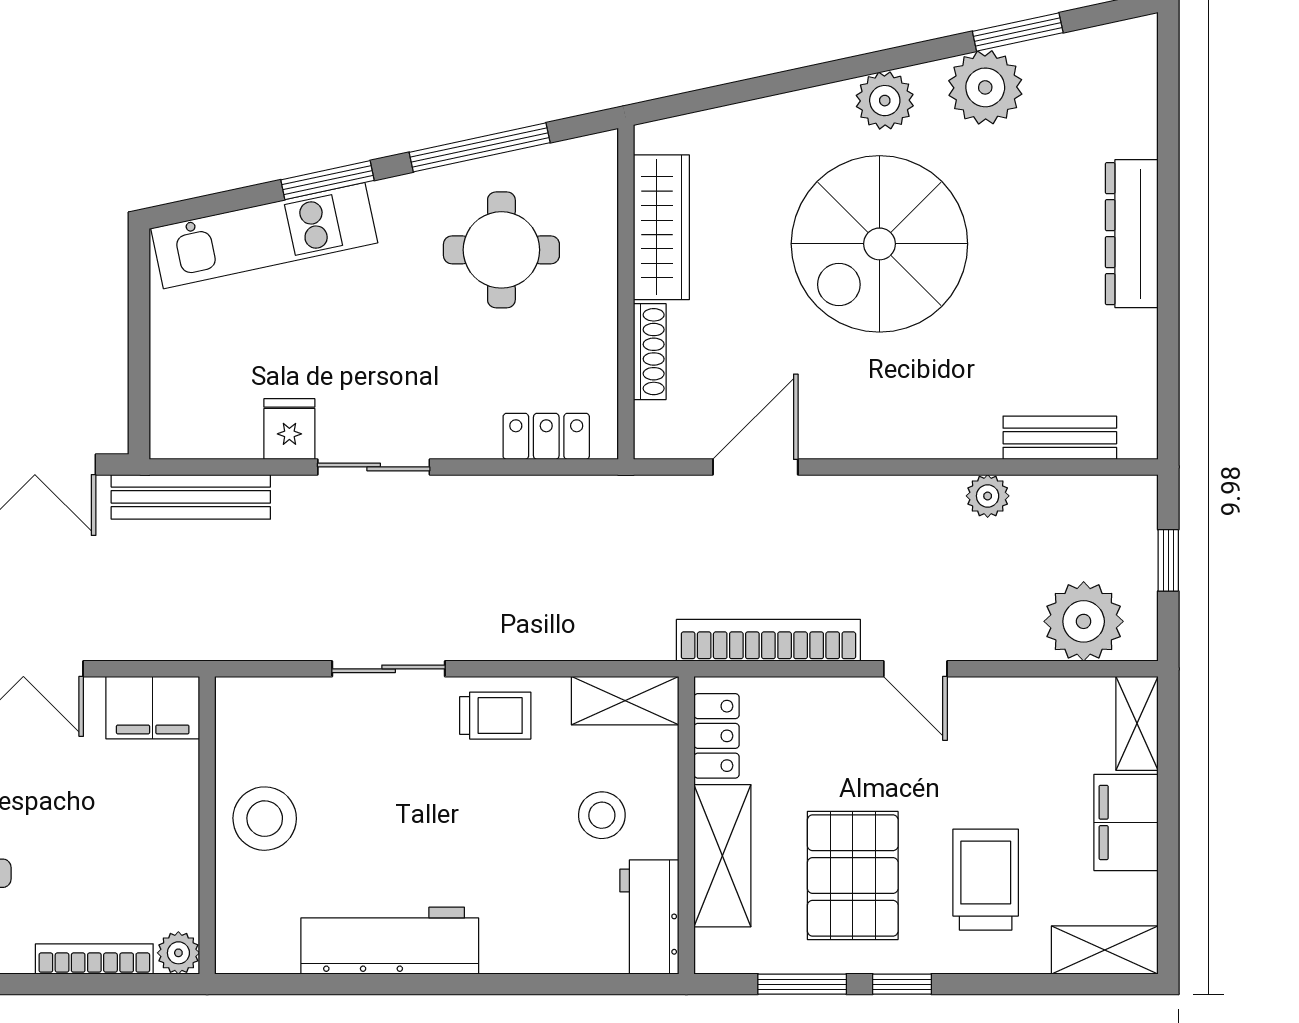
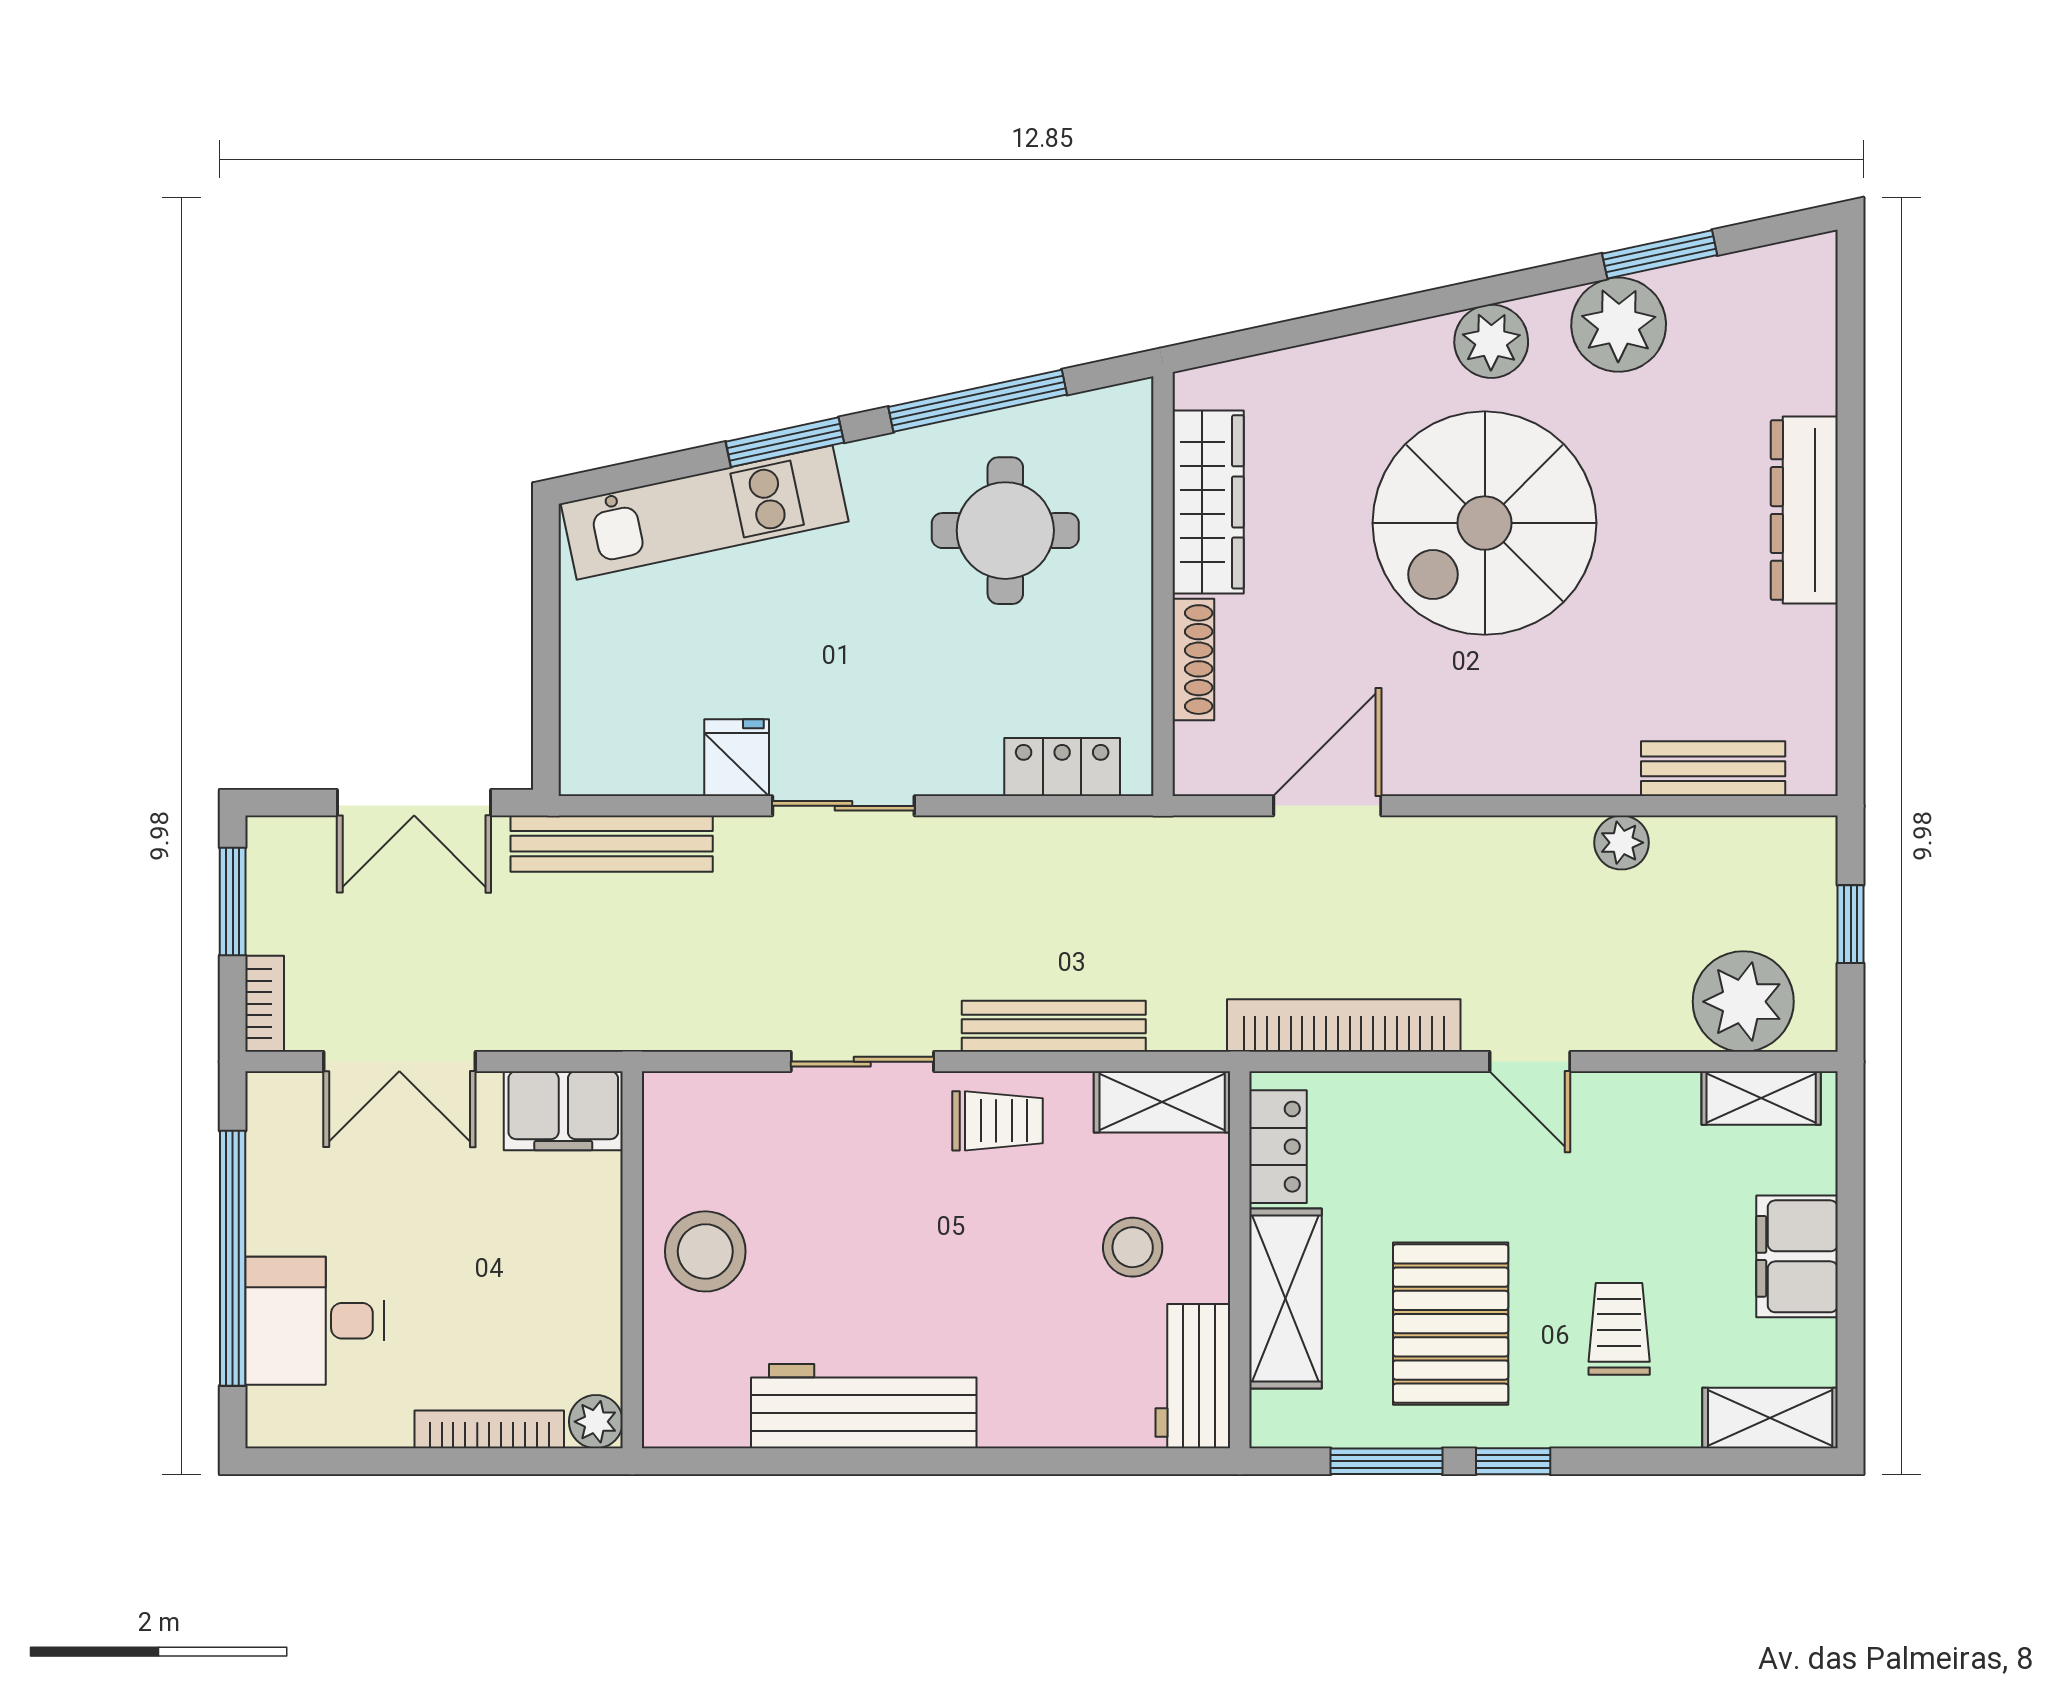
bench: (540, 641) -> (1054, 1026), added
shelving: (1137, 723) -> (1761, 1098), moved, turned 90
trolley: (986, 880) -> (1619, 1329), width x0.73, depth x0.72

